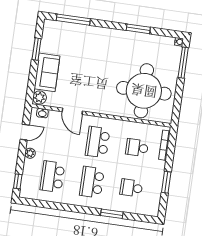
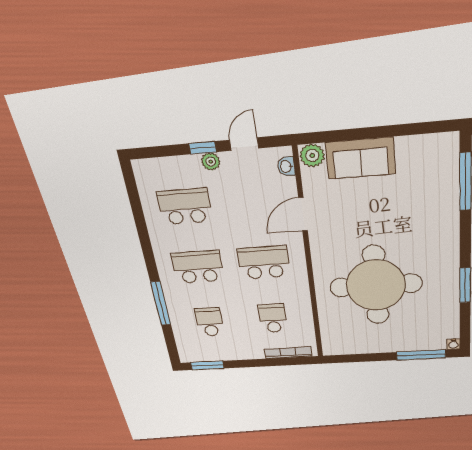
window: (37, 49) -> (400, 130), removed
round table: (144, 91) -> (376, 285), moved
door: (25, 132) -> (244, 144), swing flipped
window: (18, 181) -> (203, 148), moved
window: (166, 182) -> (207, 365), moved
window: (112, 214) -> (161, 304), width x1.44

